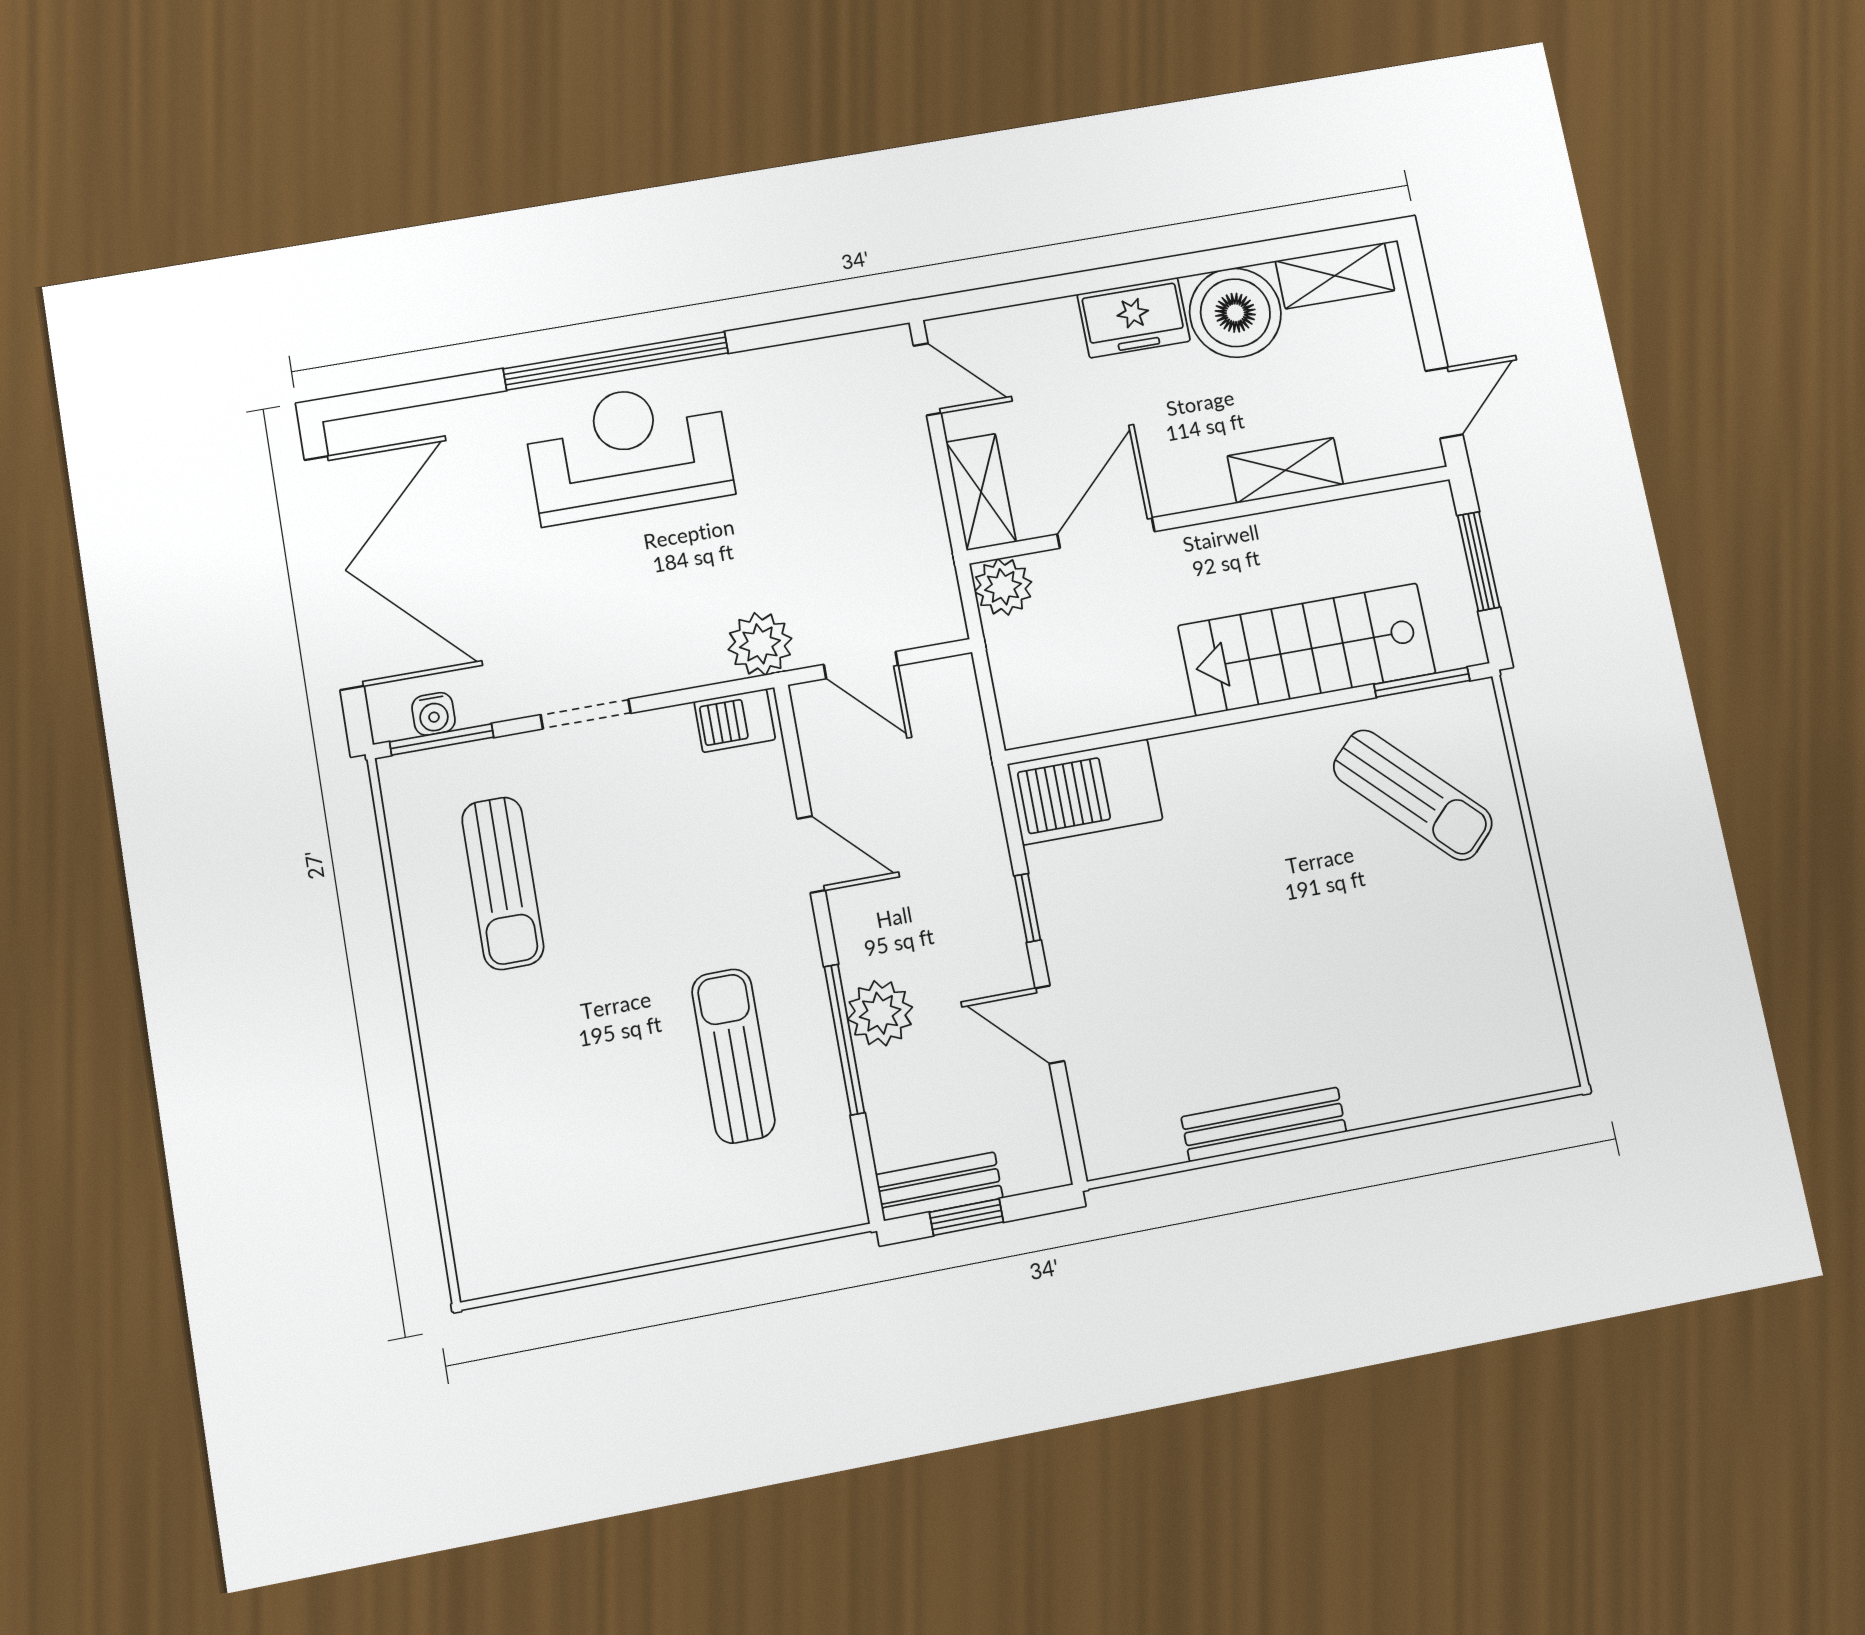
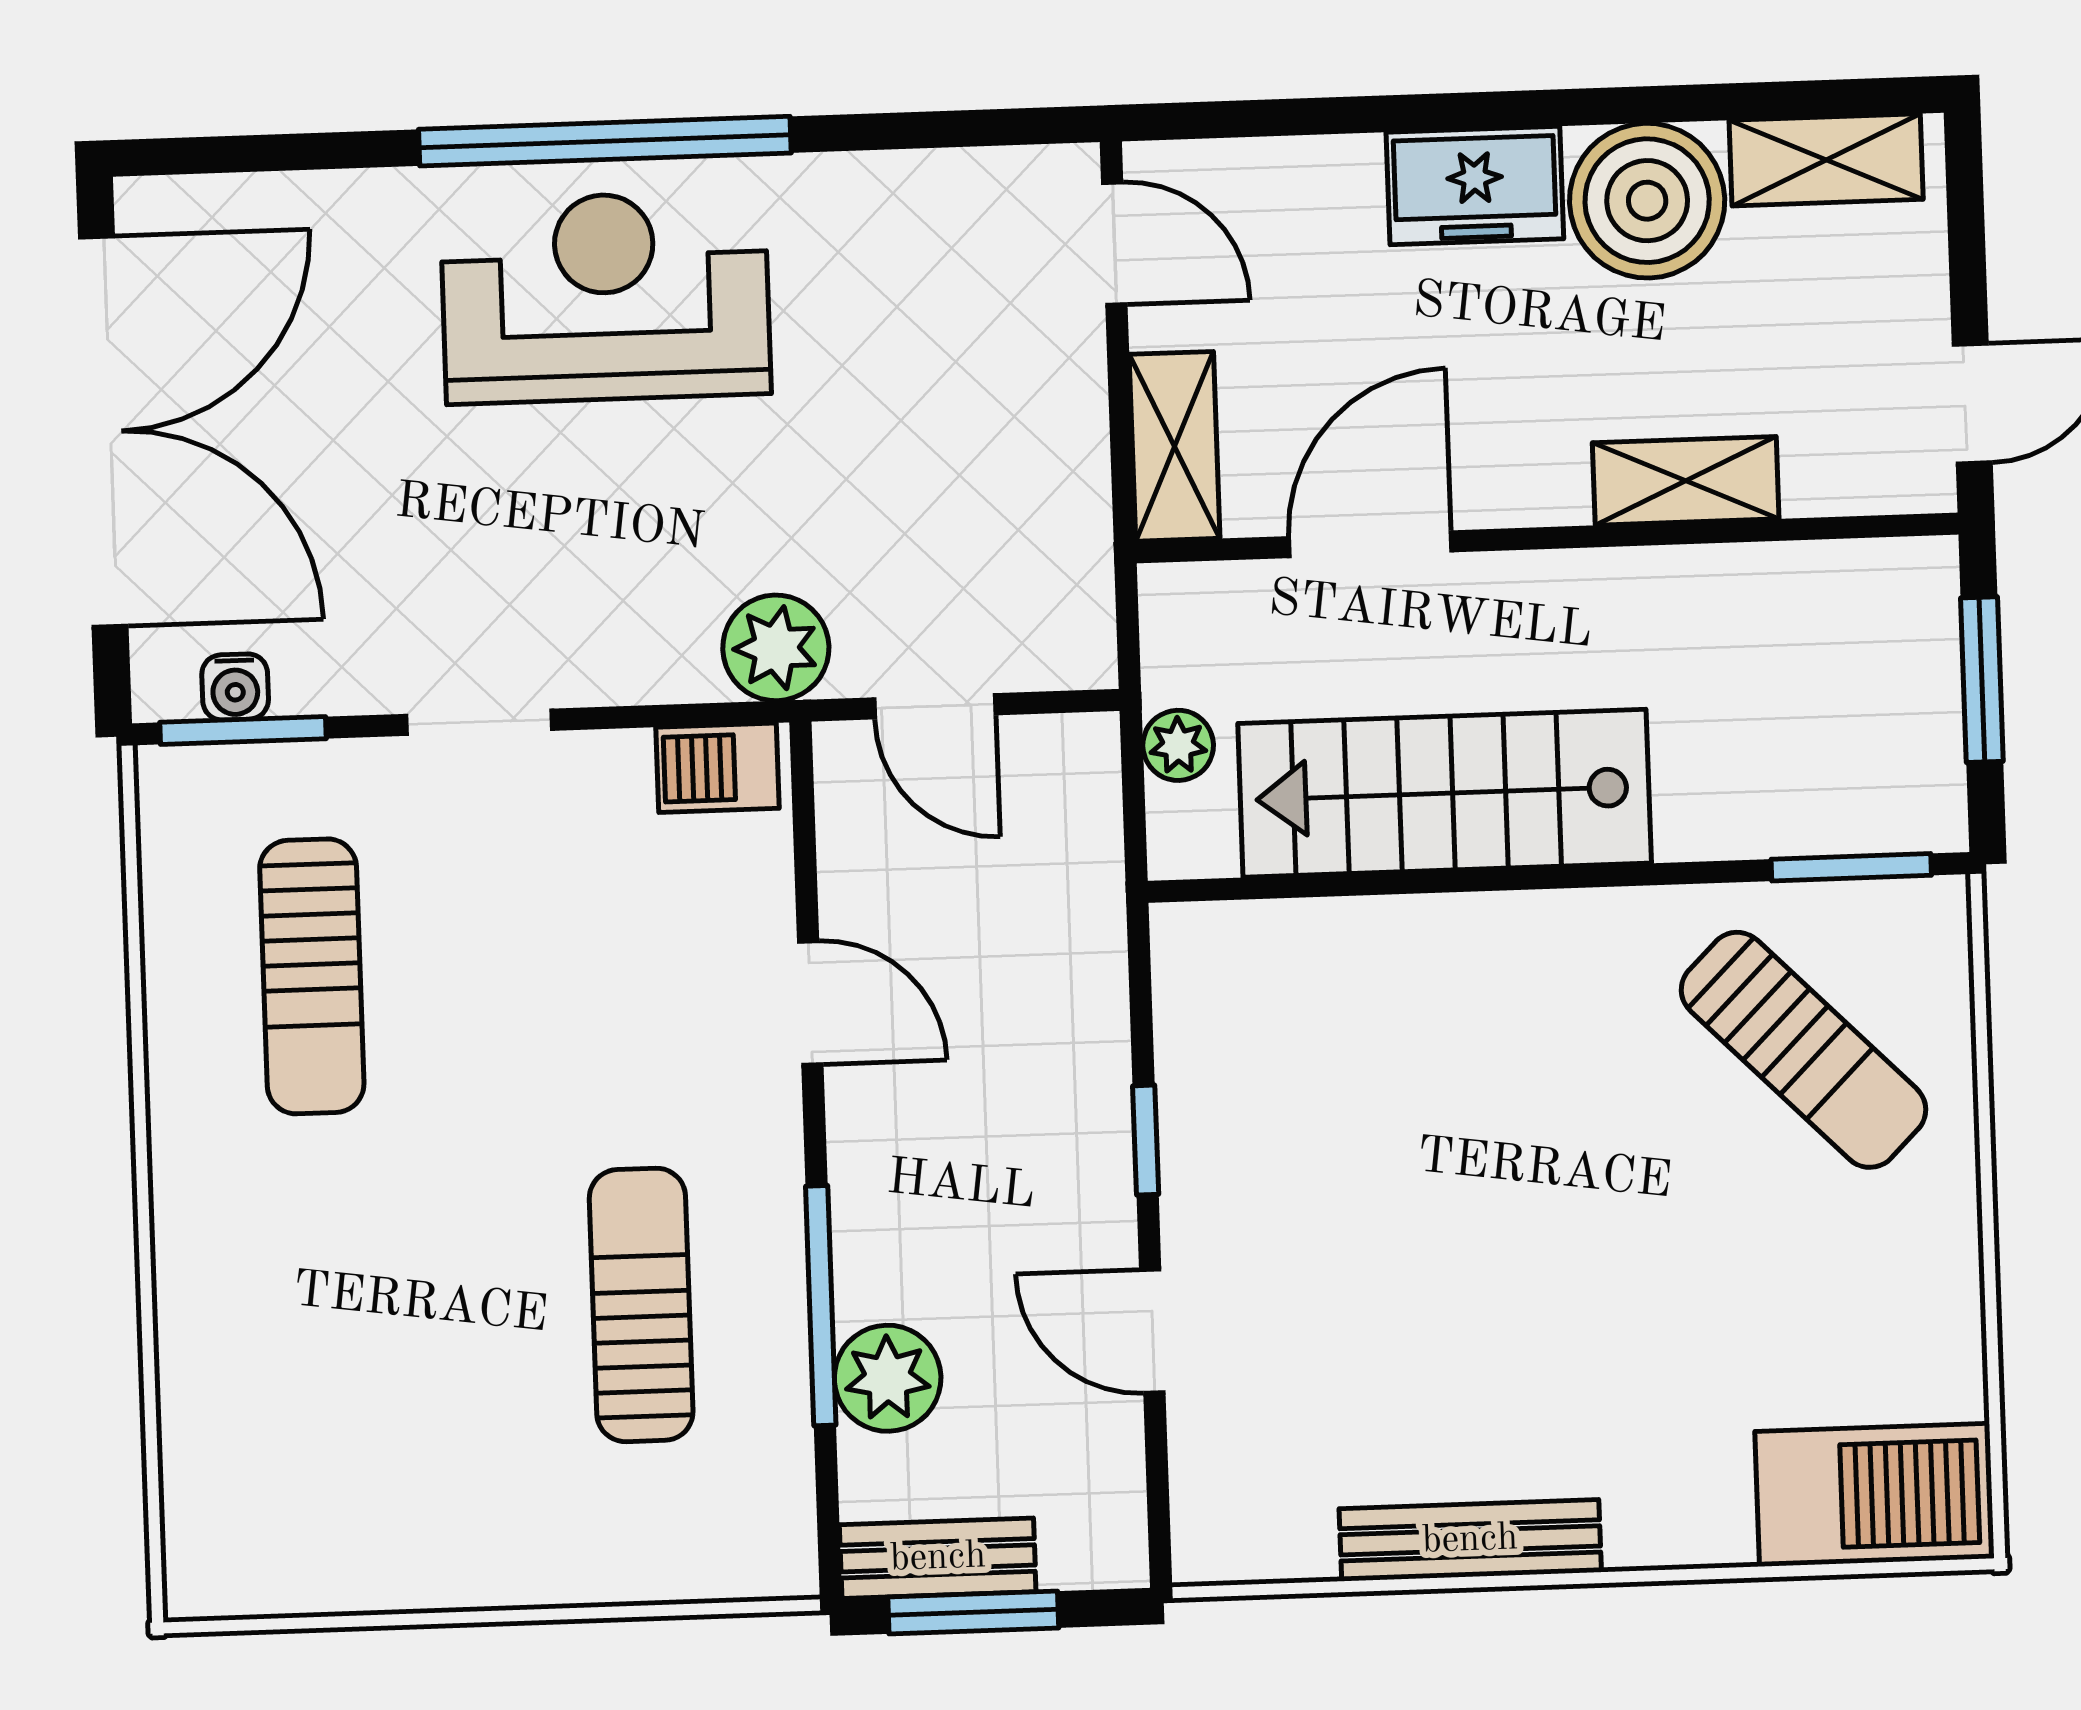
plant: (1003, 587) -> (1178, 745), moved, width x0.73, depth x0.73
stairs: (1307, 649) -> (1445, 793), moved
barbecue: (1085, 792) -> (1875, 1495), moved, turned 180
plant: (880, 1013) -> (888, 1378), moved
window: (966, 1217) -> (973, 1612), width x1.50

